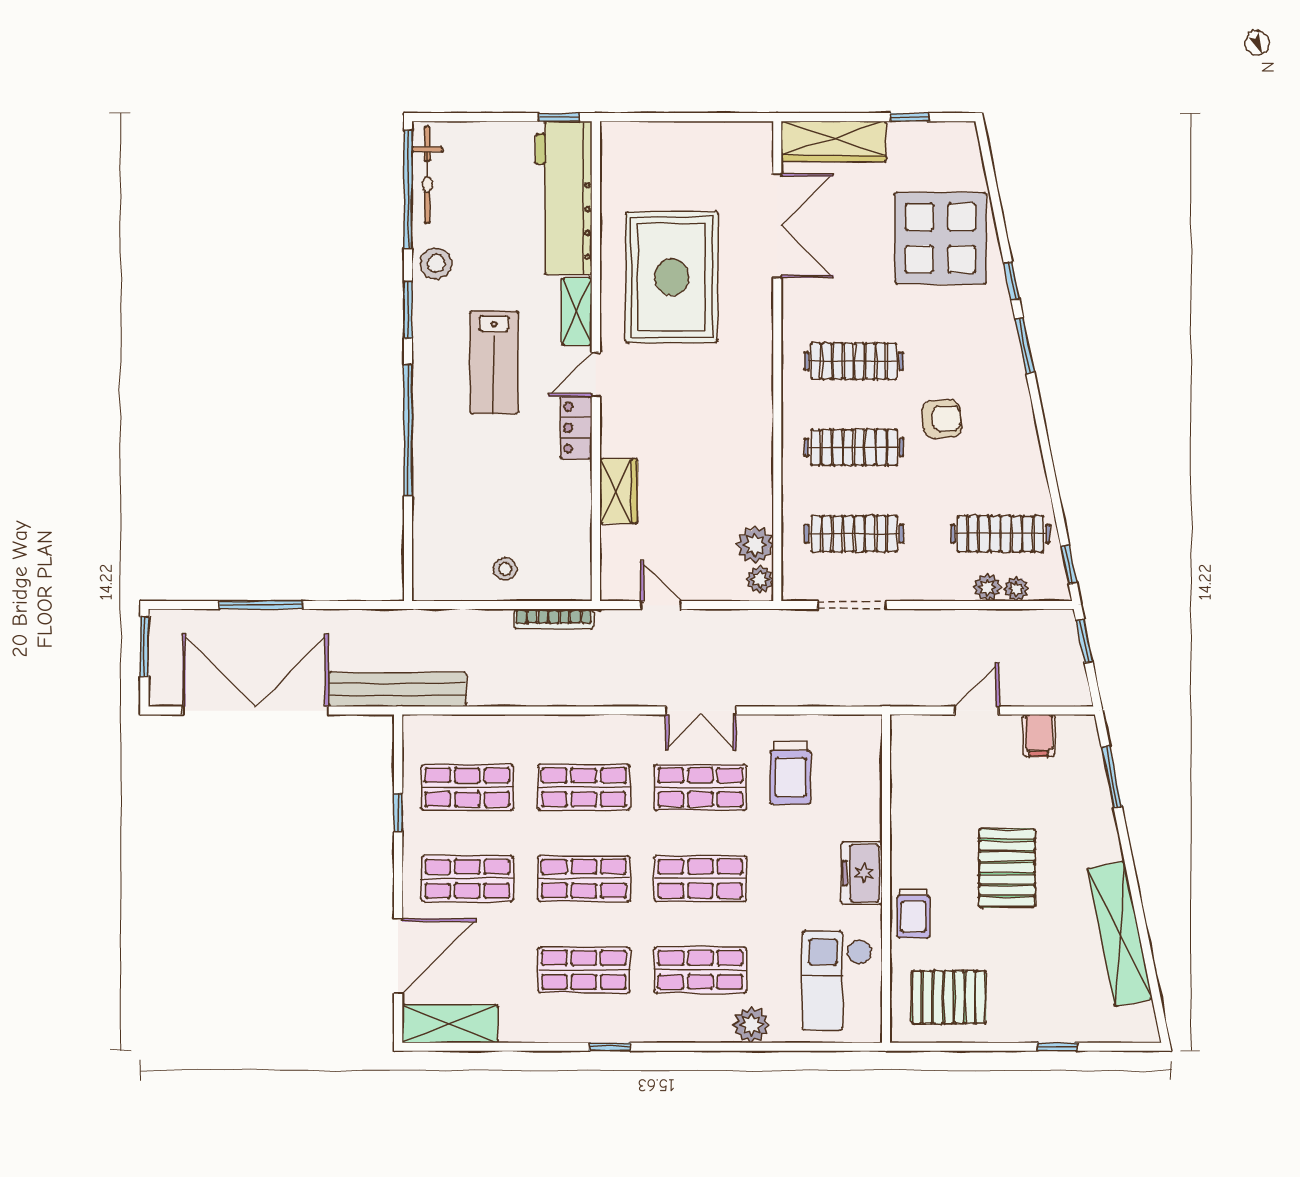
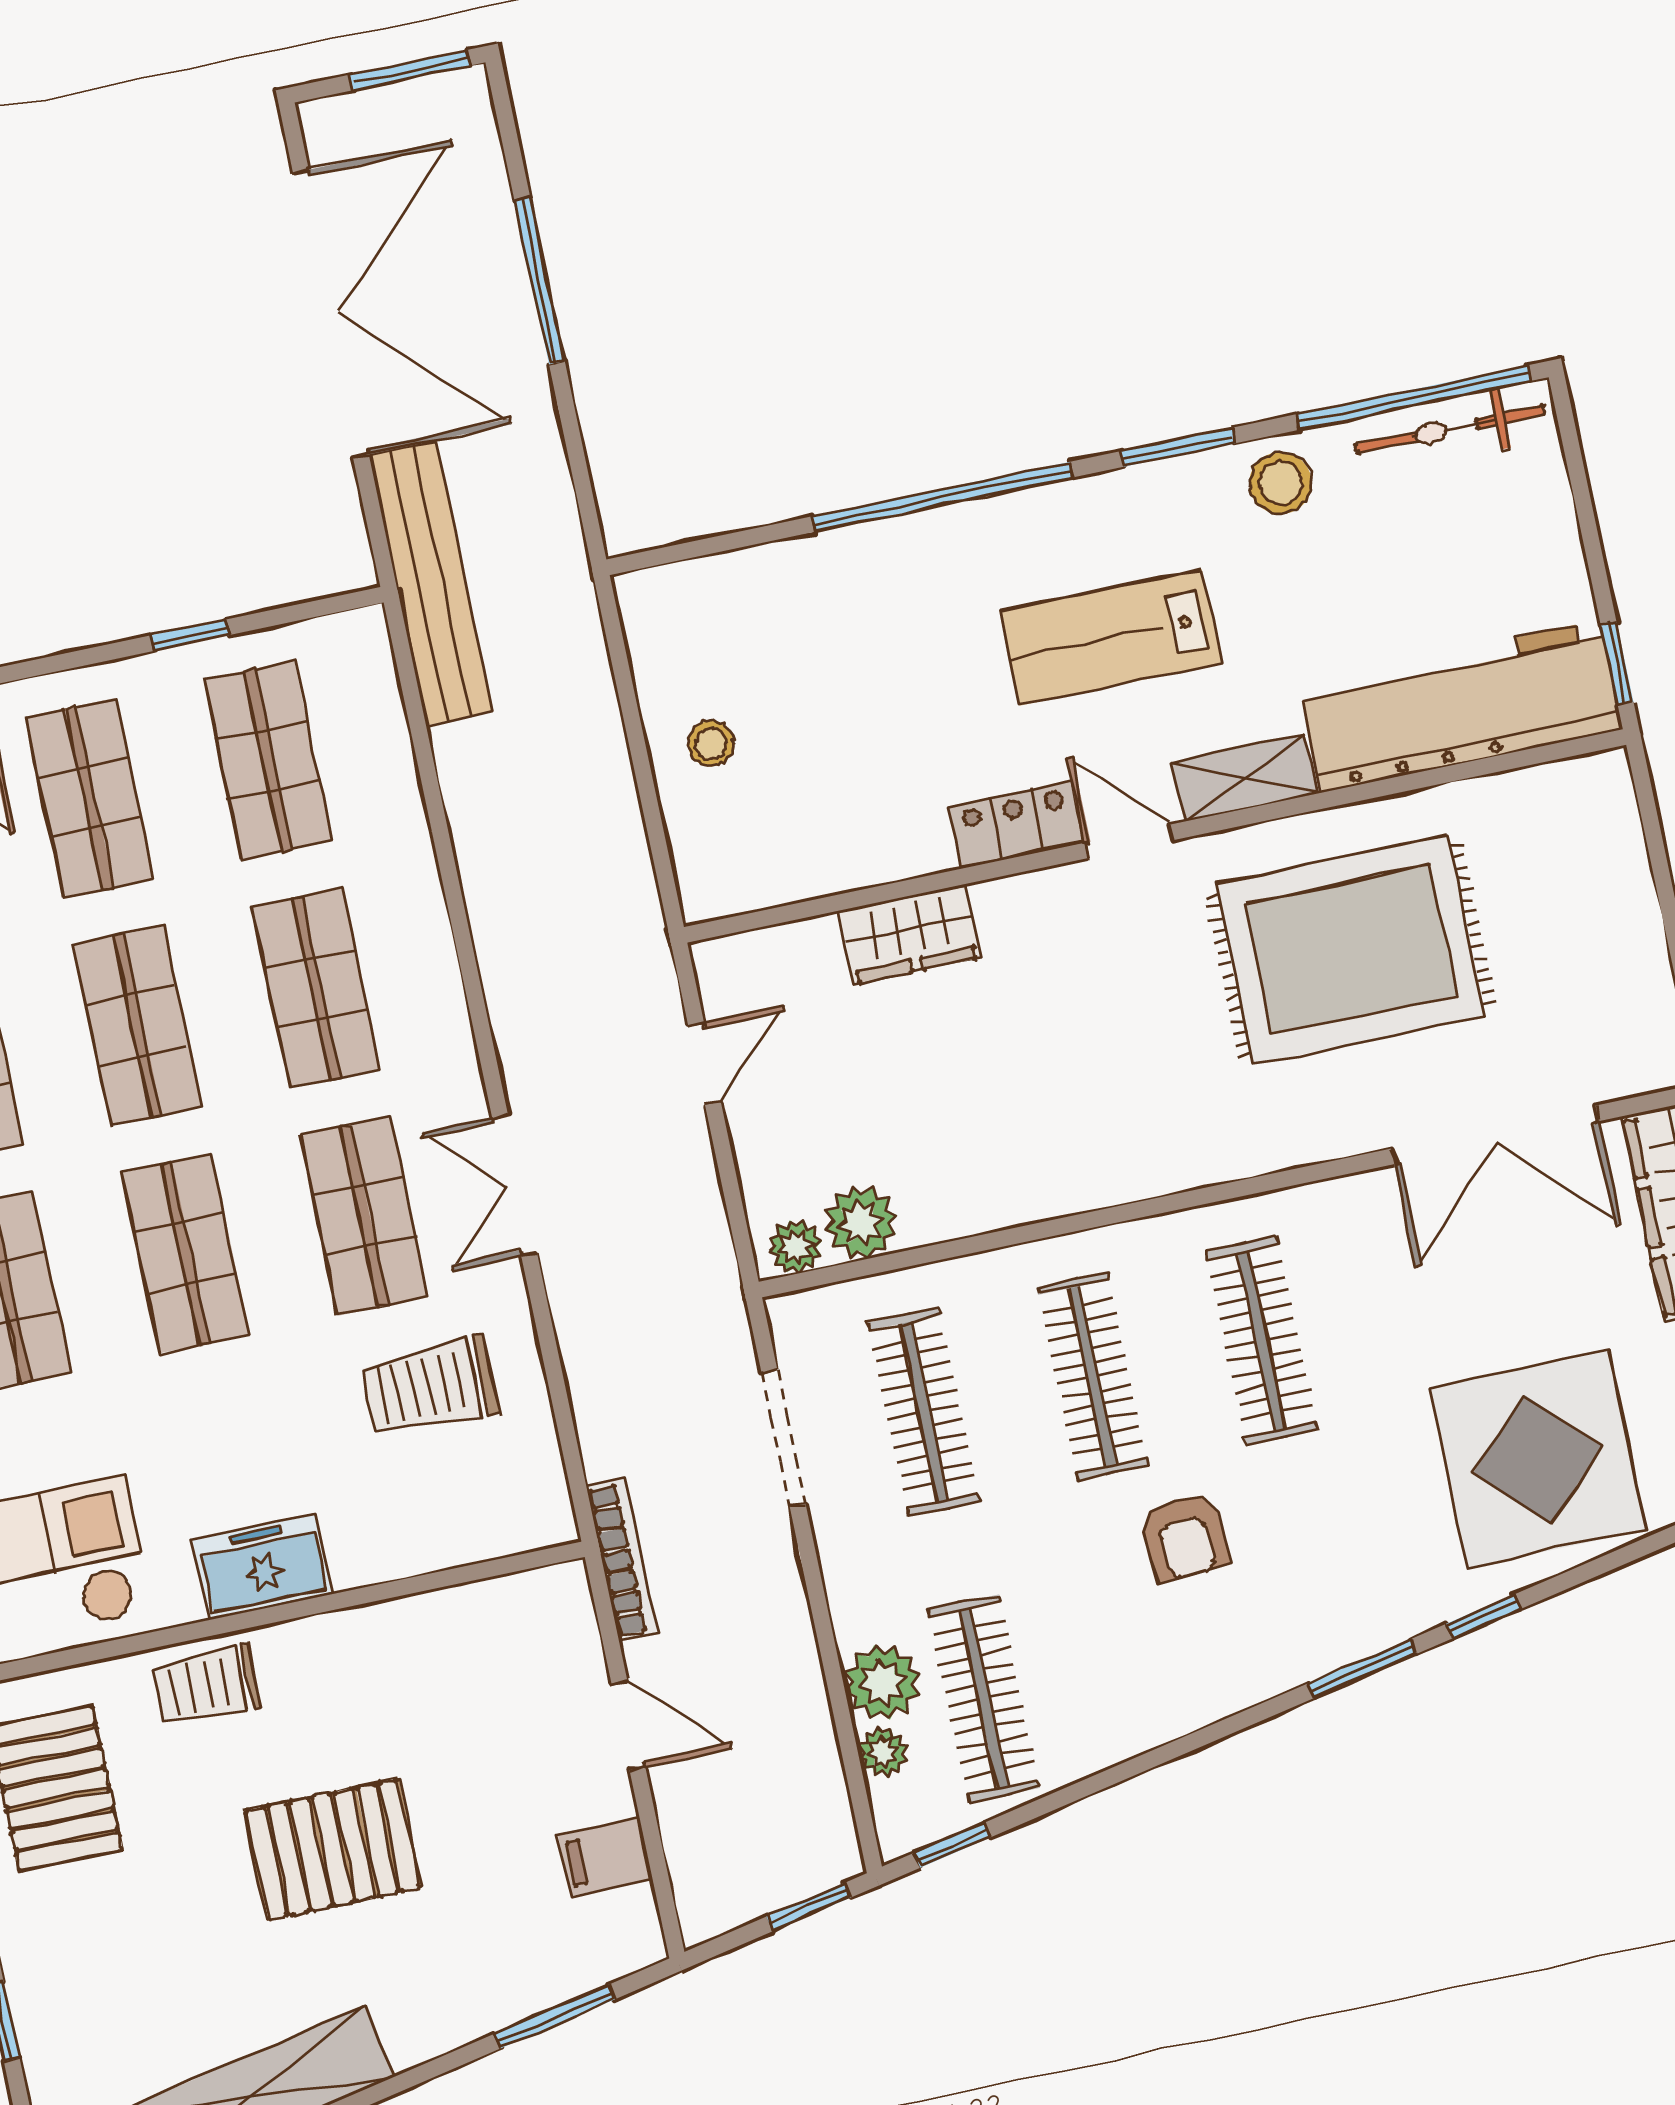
plant: (987, 587) -> (882, 1683), width x1.38, depth x1.38
bookcase: (554, 619) -> (622, 1560), moved, turned 180

